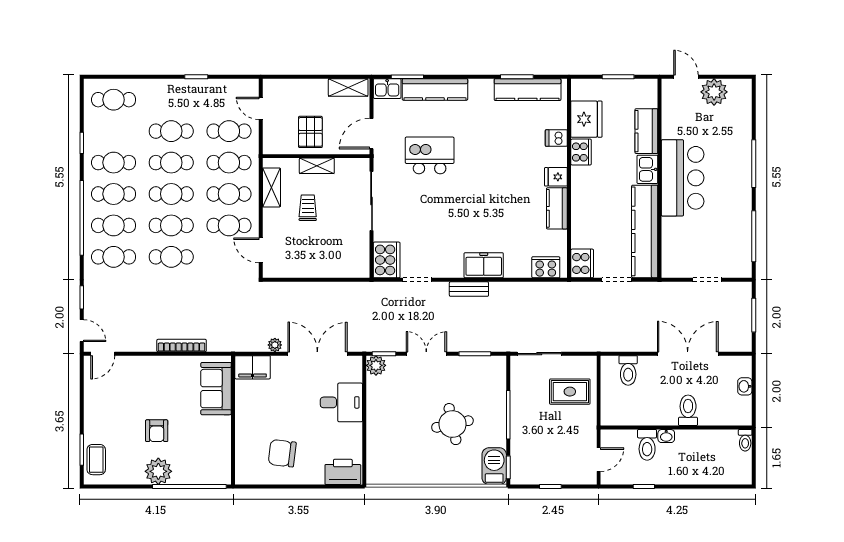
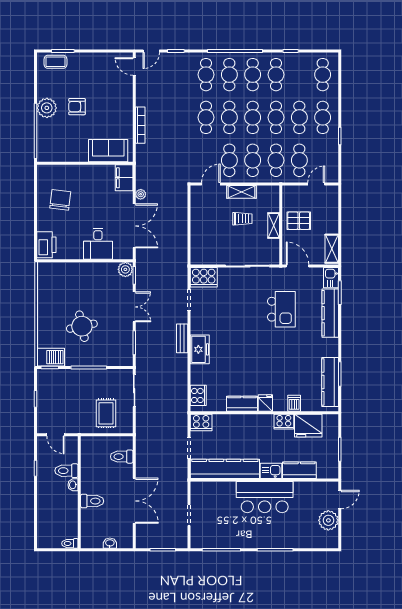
cafe table: (171, 100) -> (323, 117), added
shelving: (271, 187) -> (242, 192), moved

